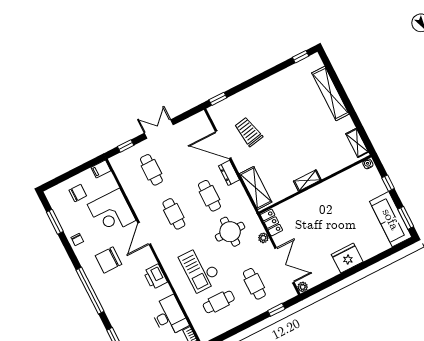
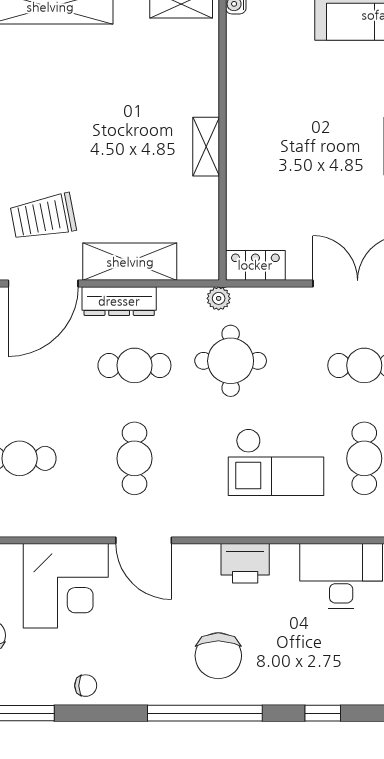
dresser: (229, 173) -> (119, 301), width x1.44
shelving: (256, 188) -> (130, 262), moved
cafe table: (174, 214) -> (134, 458), turned 90
plant: (263, 238) -> (219, 298), moved
chair: (108, 260) -> (218, 656), moved

